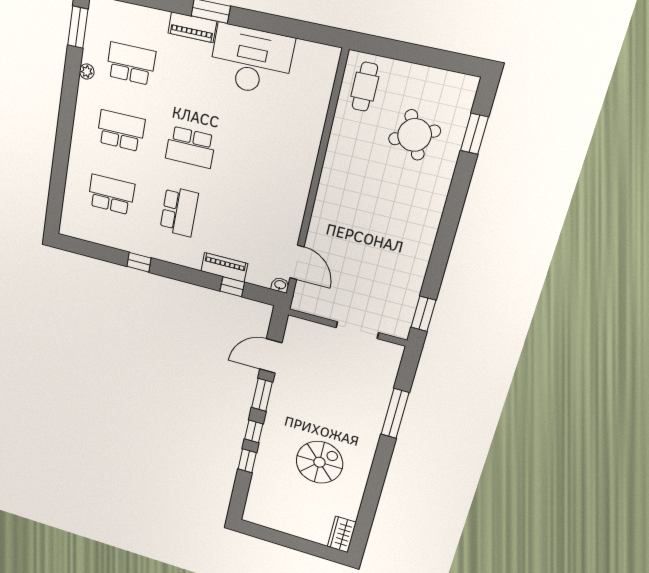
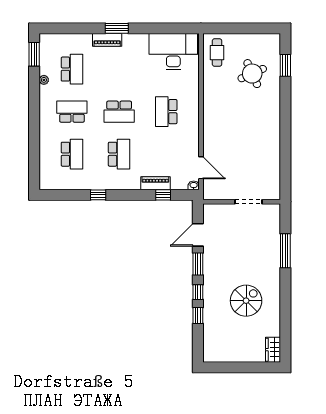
desk: (251, 60) -> (173, 52), moved
school desk: (131, 64) -> (72, 69), turned 90
school desk: (262, 164) -> (166, 112), added
school desk: (111, 194) -> (72, 154), turned 90
window: (423, 314) -> (285, 180), removed

